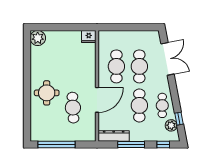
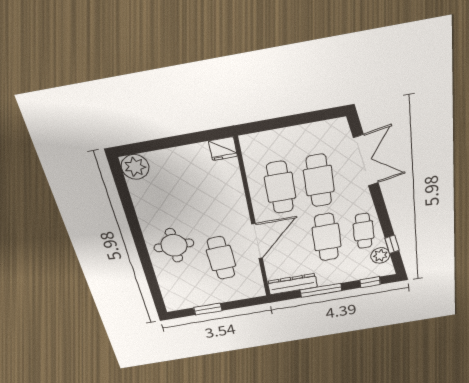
window: (57, 145) -> (208, 309), width x0.47

